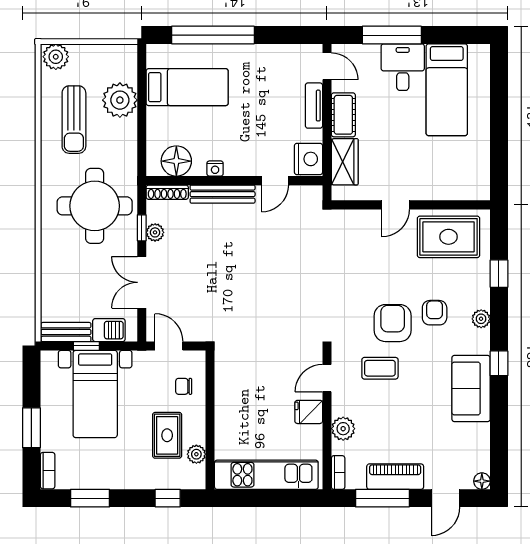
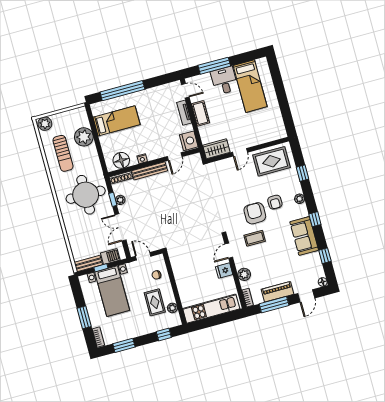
wardrobe: (345, 162) -> (216, 149), moved, turned -90
armchair: (435, 313) -> (275, 202), turned 180
window: (499, 435) -> (325, 256), added

